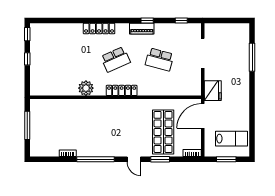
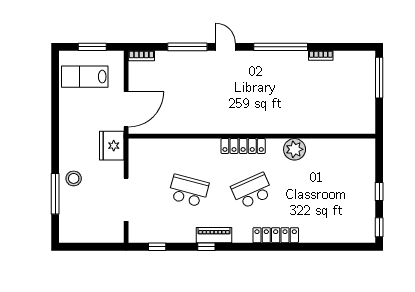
stool: (239, 68) -> (74, 178), added
window: (27, 125) -> (379, 78), moved
shop shelf: (163, 132) -> (183, 86), removed
window: (160, 159) -> (187, 47), width x1.44

